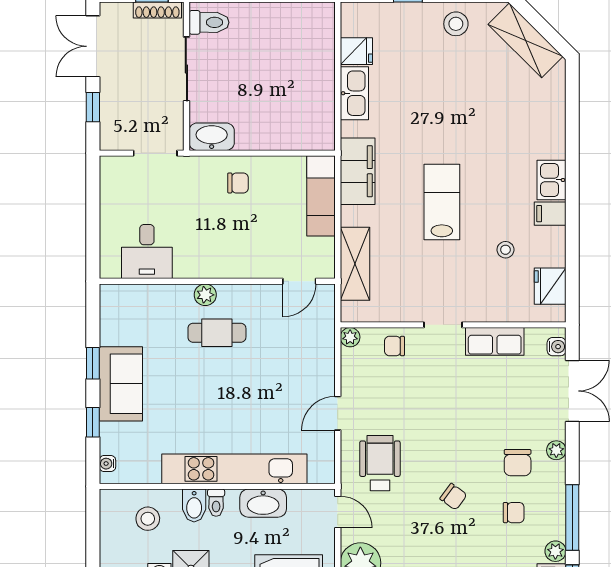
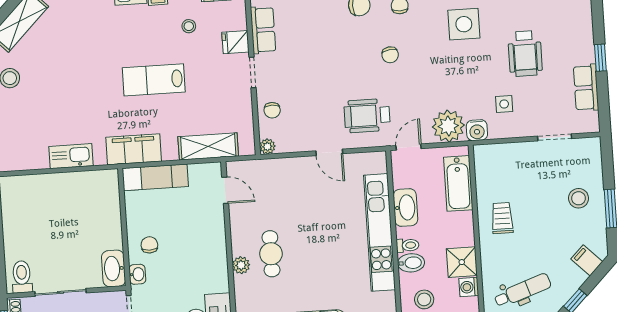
fridge: (356, 51) -> (235, 42), moved, turned -90
washbasin: (202, 166) -> (137, 274), added
chair: (453, 497) -> (390, 55), turned 136

